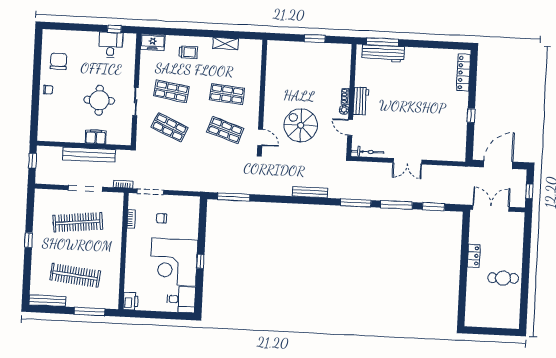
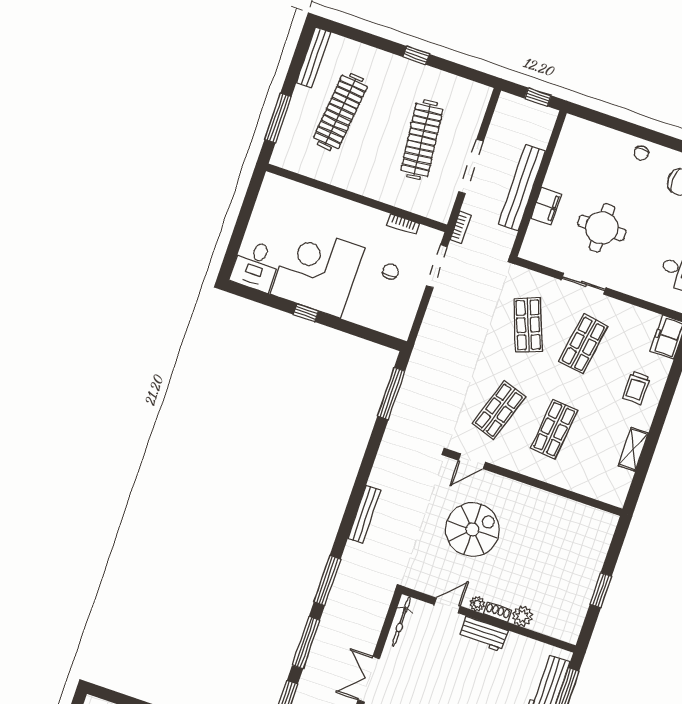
plant: (344, 81) -> (522, 616), added
shop shelf: (170, 127) -> (528, 325), turned -45
printer: (131, 301) -> (276, 187), removed

